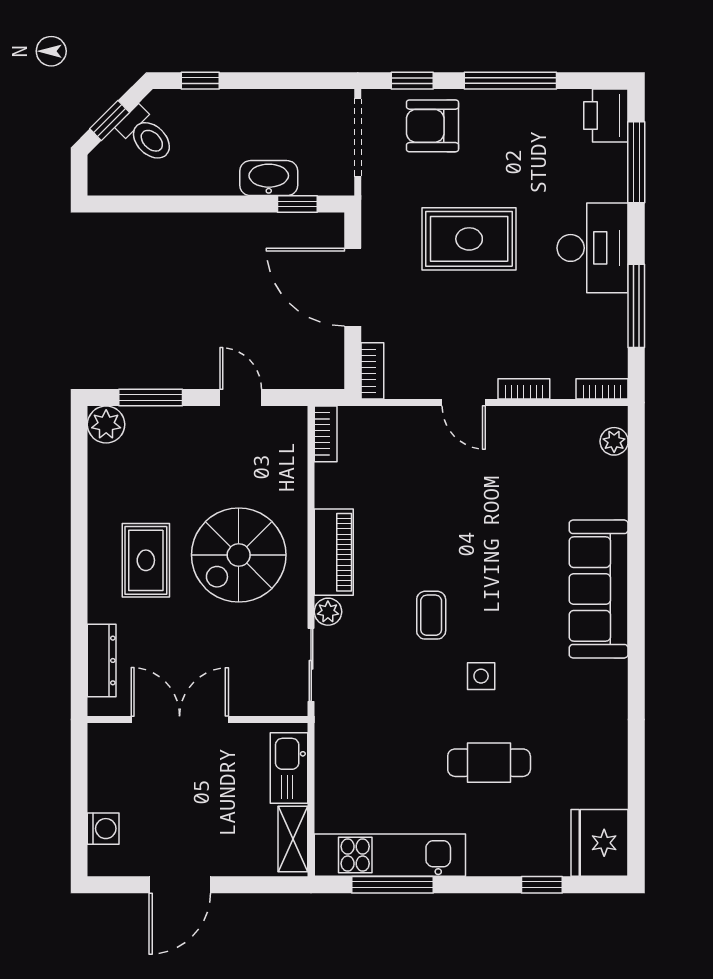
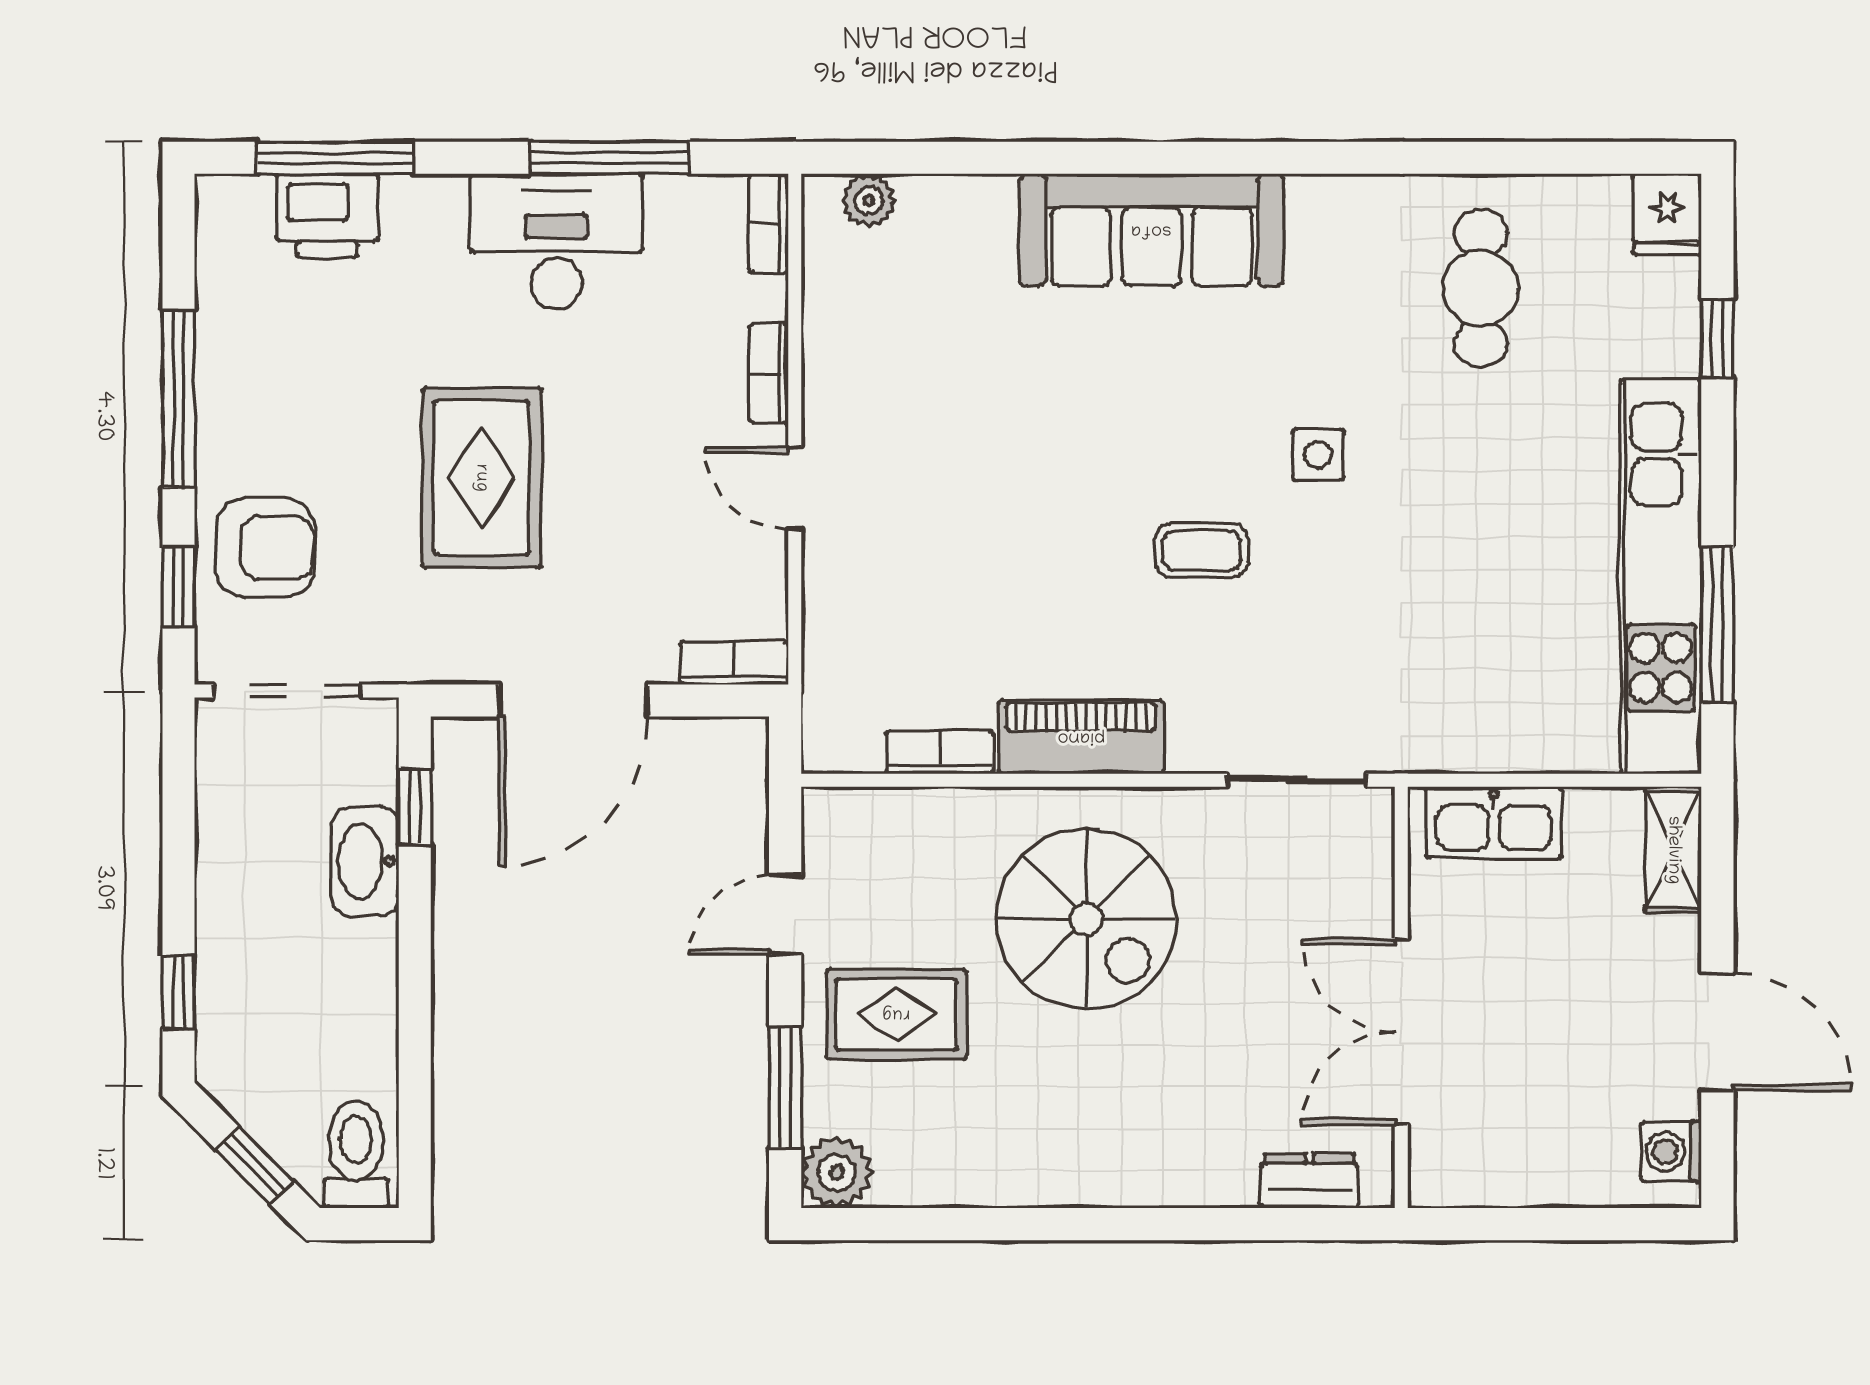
printer: (606, 116) -> (327, 216), moved
armchair: (433, 126) -> (265, 548), turned -90
toilet: (146, 135) -> (356, 1155), moved, turned -45
desk: (593, 248) -> (557, 241), moved
door: (464, 403) -> (795, 488), swing flipped
bookcase: (326, 434) -> (940, 752), moved
rug: (146, 560) -> (896, 1014), moved
plant: (328, 612) -> (1195, 748), removed
dresser: (102, 660) -> (1309, 1181), width x0.70
cafe table: (489, 763) -> (1481, 288), moved
washing machine: (103, 829) -> (1671, 1152), moved, turned -90
shelving: (293, 839) -> (1673, 850), moved, turned 90
fridge: (600, 843) -> (1667, 214), width x0.53, depth x0.75
kitchen unit: (390, 855) -> (1661, 577), width x1.36

